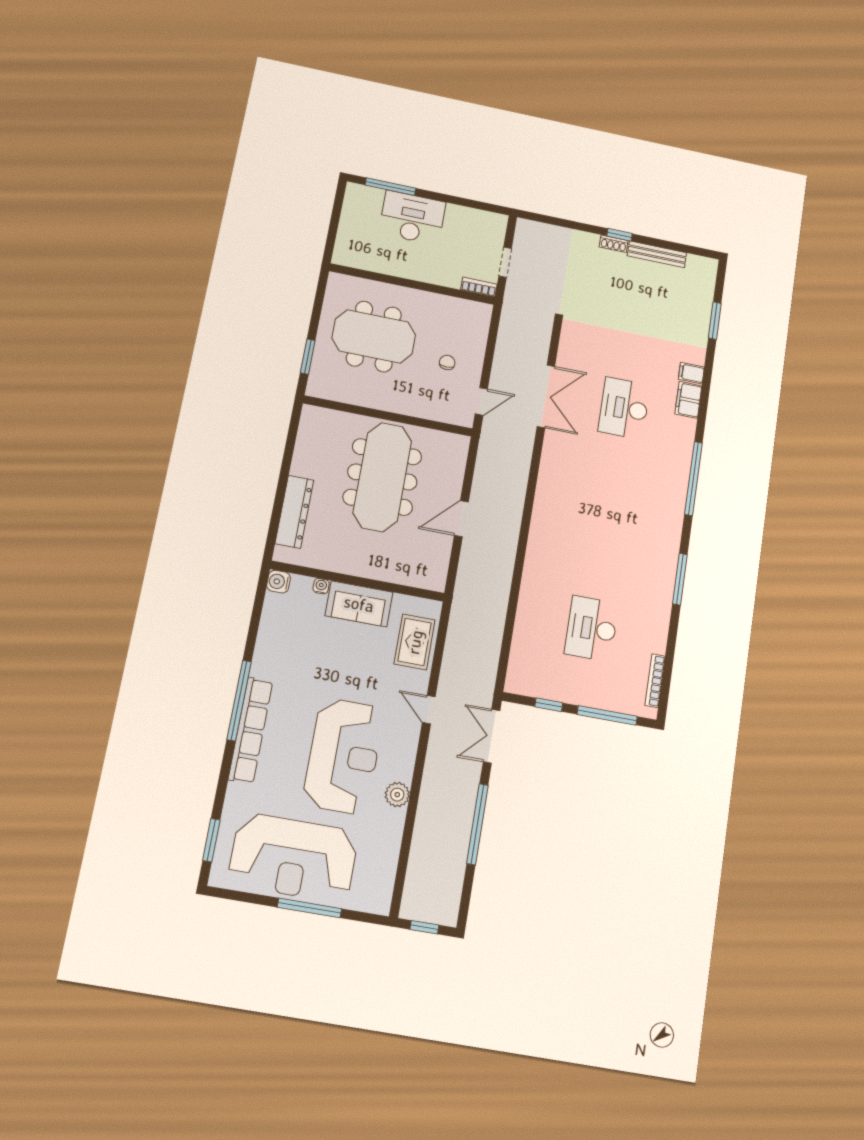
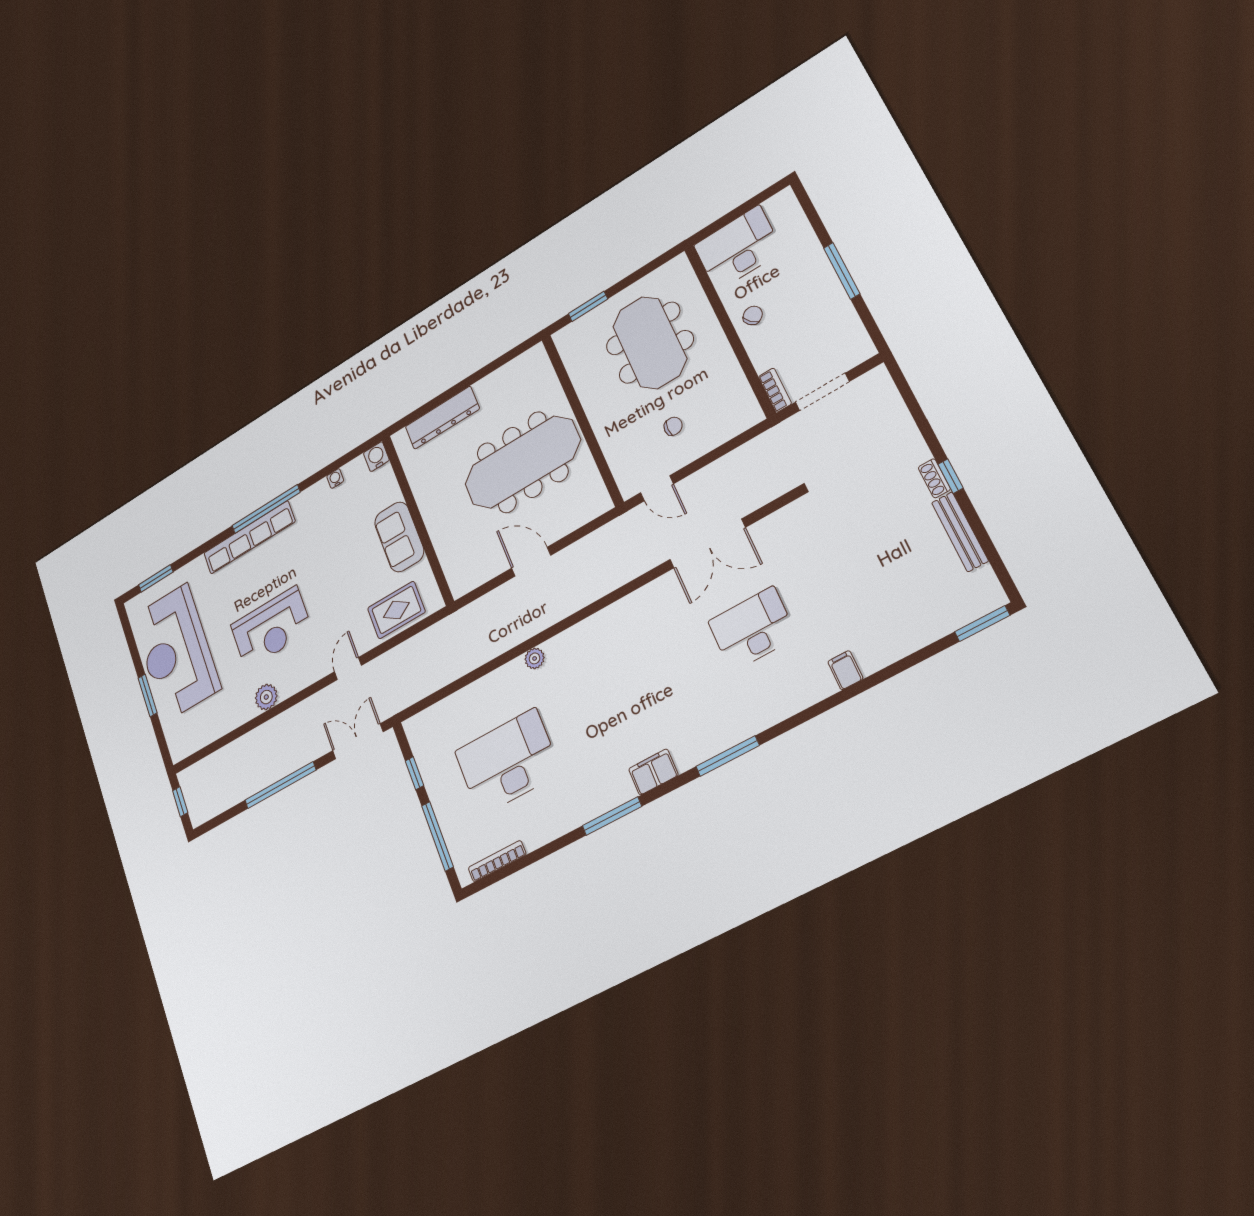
window: (390, 187) -> (842, 271), moved
desk: (412, 218) -> (738, 248), moved, turned -90
doorway: (505, 262) -> (822, 392), width x1.38
chair: (416, 264) -> (753, 315), added
window: (715, 321) -> (982, 623), moved
filing cabinet: (688, 400) -> (653, 772), moved
window: (693, 479) -> (727, 756), width x0.68
plant: (533, 562) -> (535, 658), added
water cooler: (321, 586) -> (335, 479), moved, turned -90
desk: (592, 629) -> (508, 762), width x1.36, depth x1.30
reception desk: (344, 756) -> (271, 628), width x0.74, depth x0.77
window: (309, 908) -> (148, 695), width x0.69

